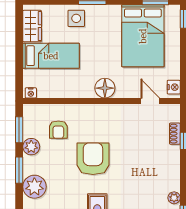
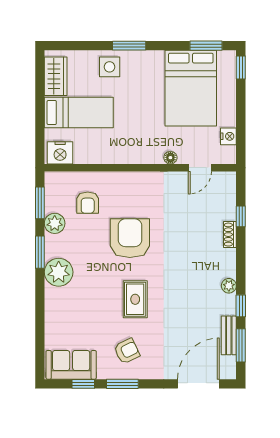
nightstand: (174, 87) -> (228, 136), moved
floor lamp: (105, 88) -> (170, 158), moved, width x0.53, depth x0.53
nightstand: (31, 93) -> (60, 153), width x1.89, depth x1.79
door: (150, 101) -> (200, 168), swing flipped
shoe rack: (175, 134) -> (230, 235), moved

